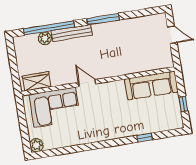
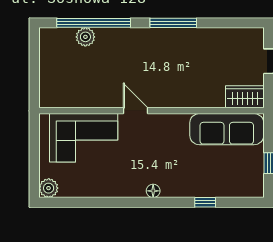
bench: (72, 33) -> (125, 36), removed
wardrobe: (37, 81) -> (245, 97), moved
floor lamp: (108, 136) -> (153, 191), added

